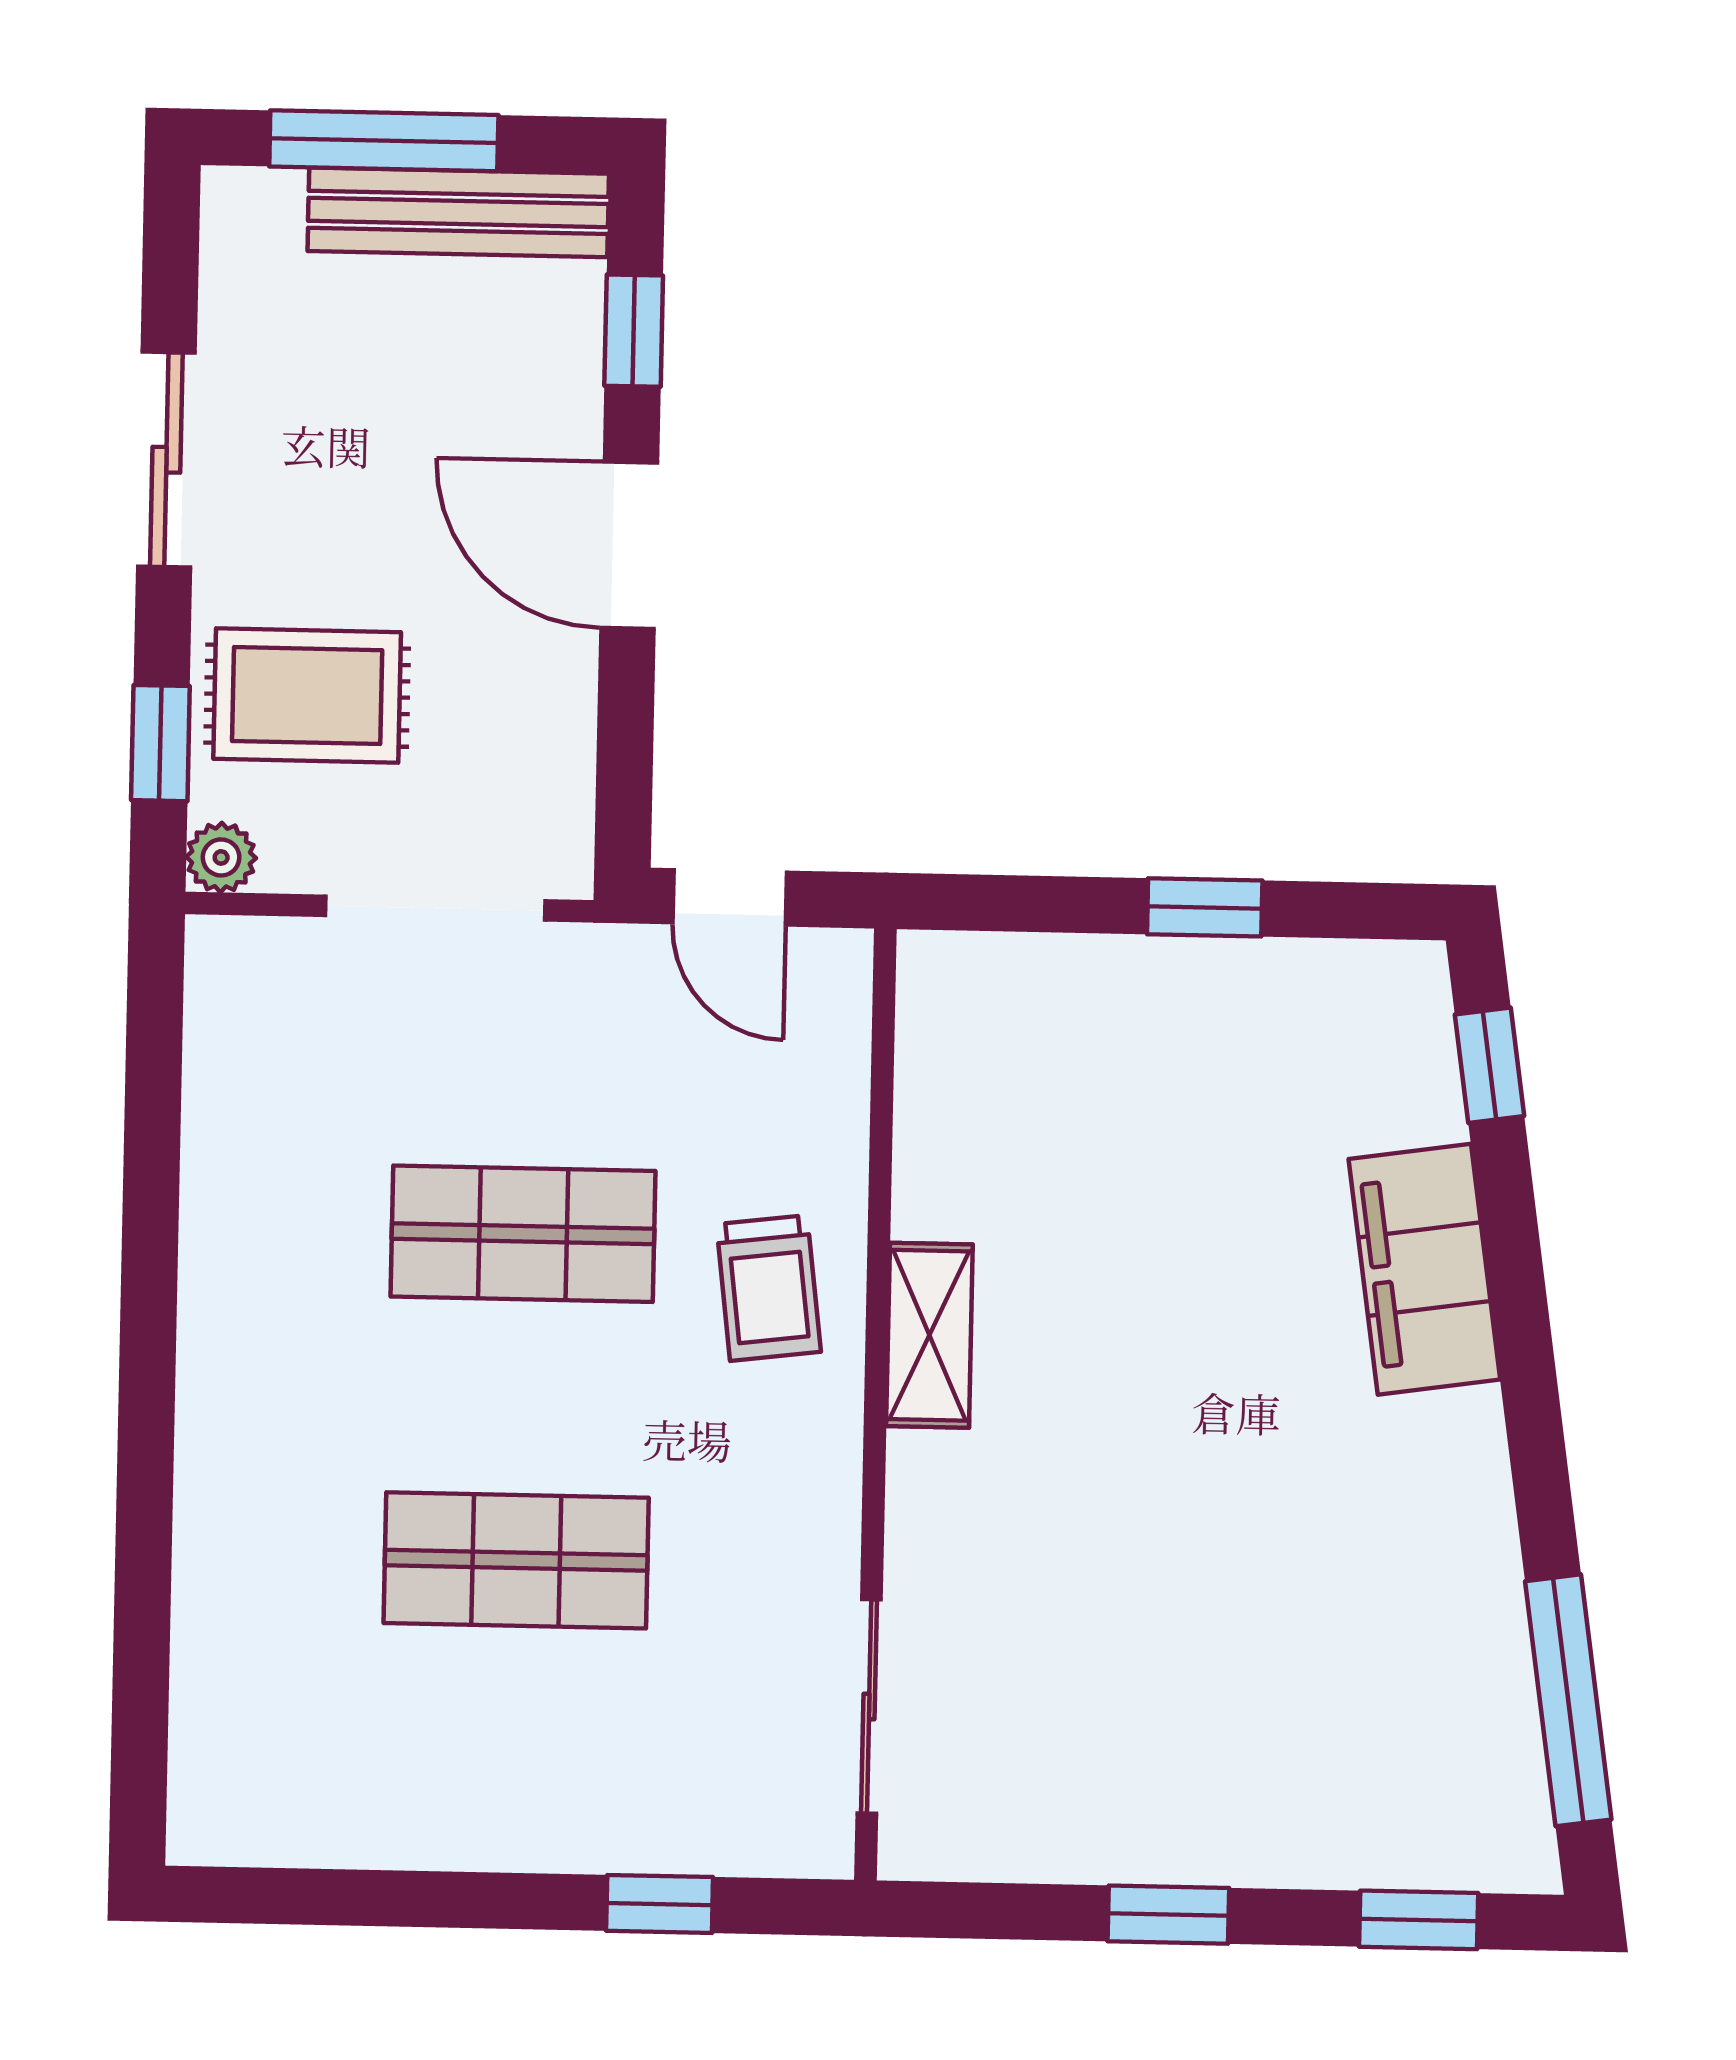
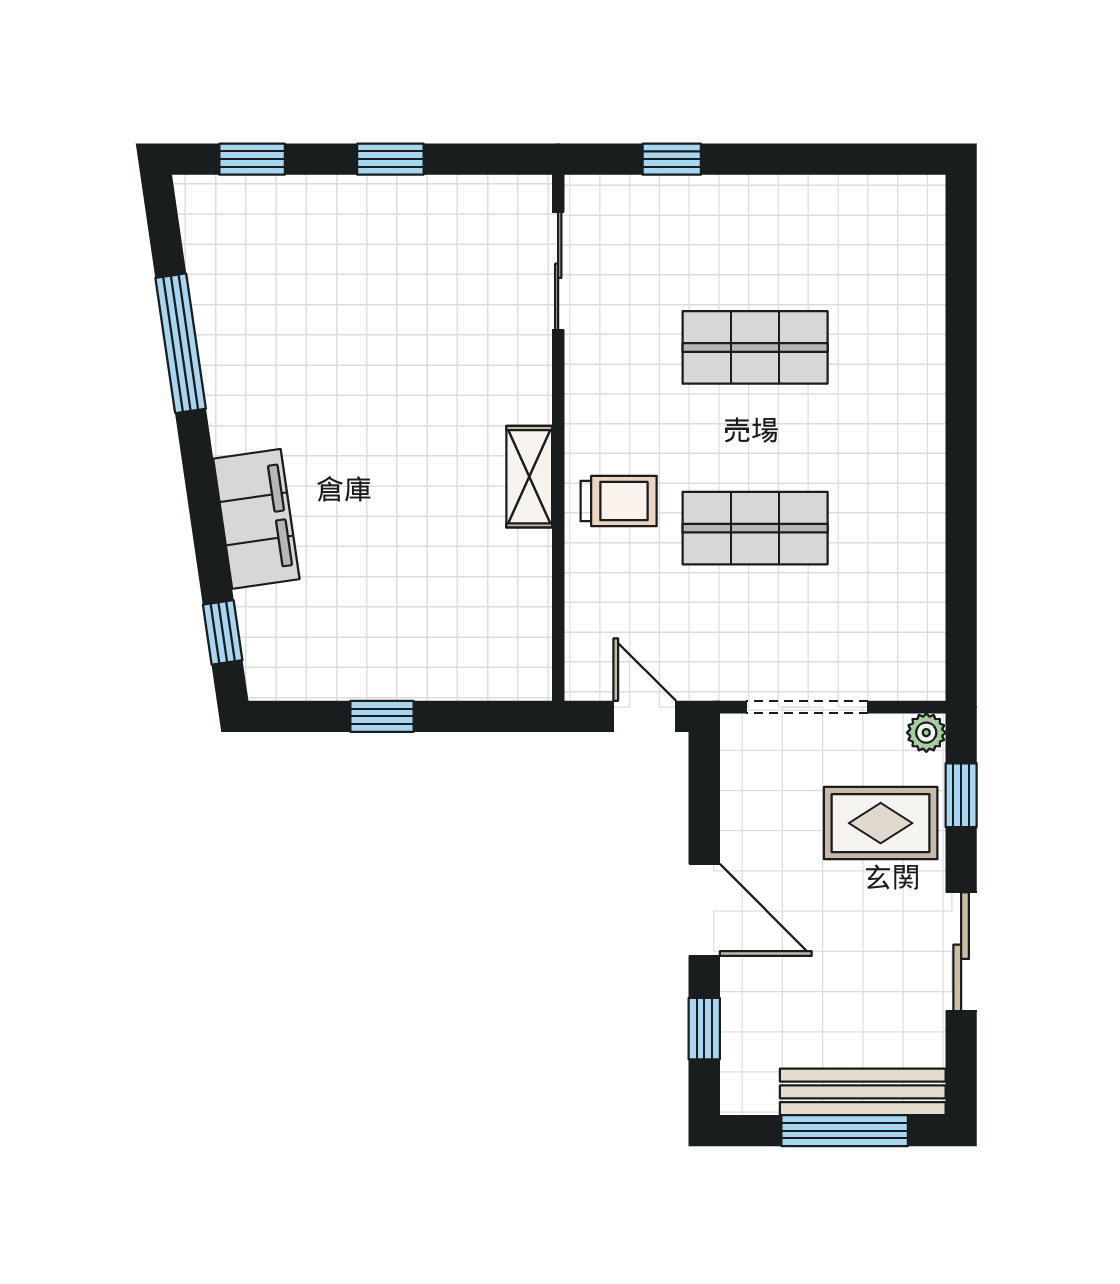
bench: (458, 212) -> (863, 1092), moved
trolley: (769, 1288) -> (619, 501), turned 97
window: (1568, 1700) -> (181, 343), moved

